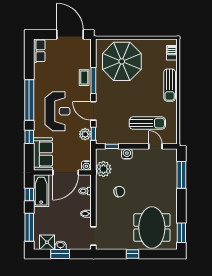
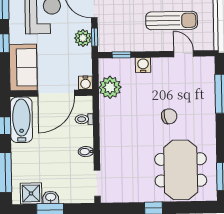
chair: (119, 192) -> (169, 116), moved

